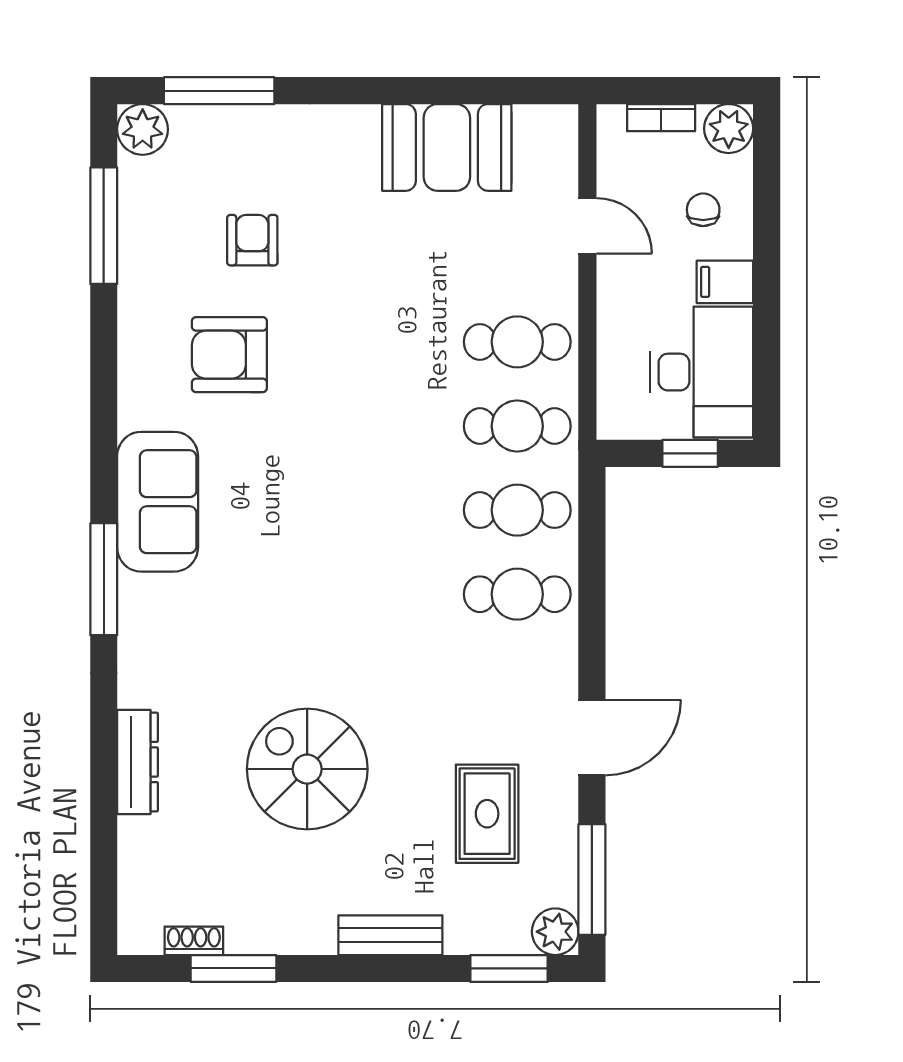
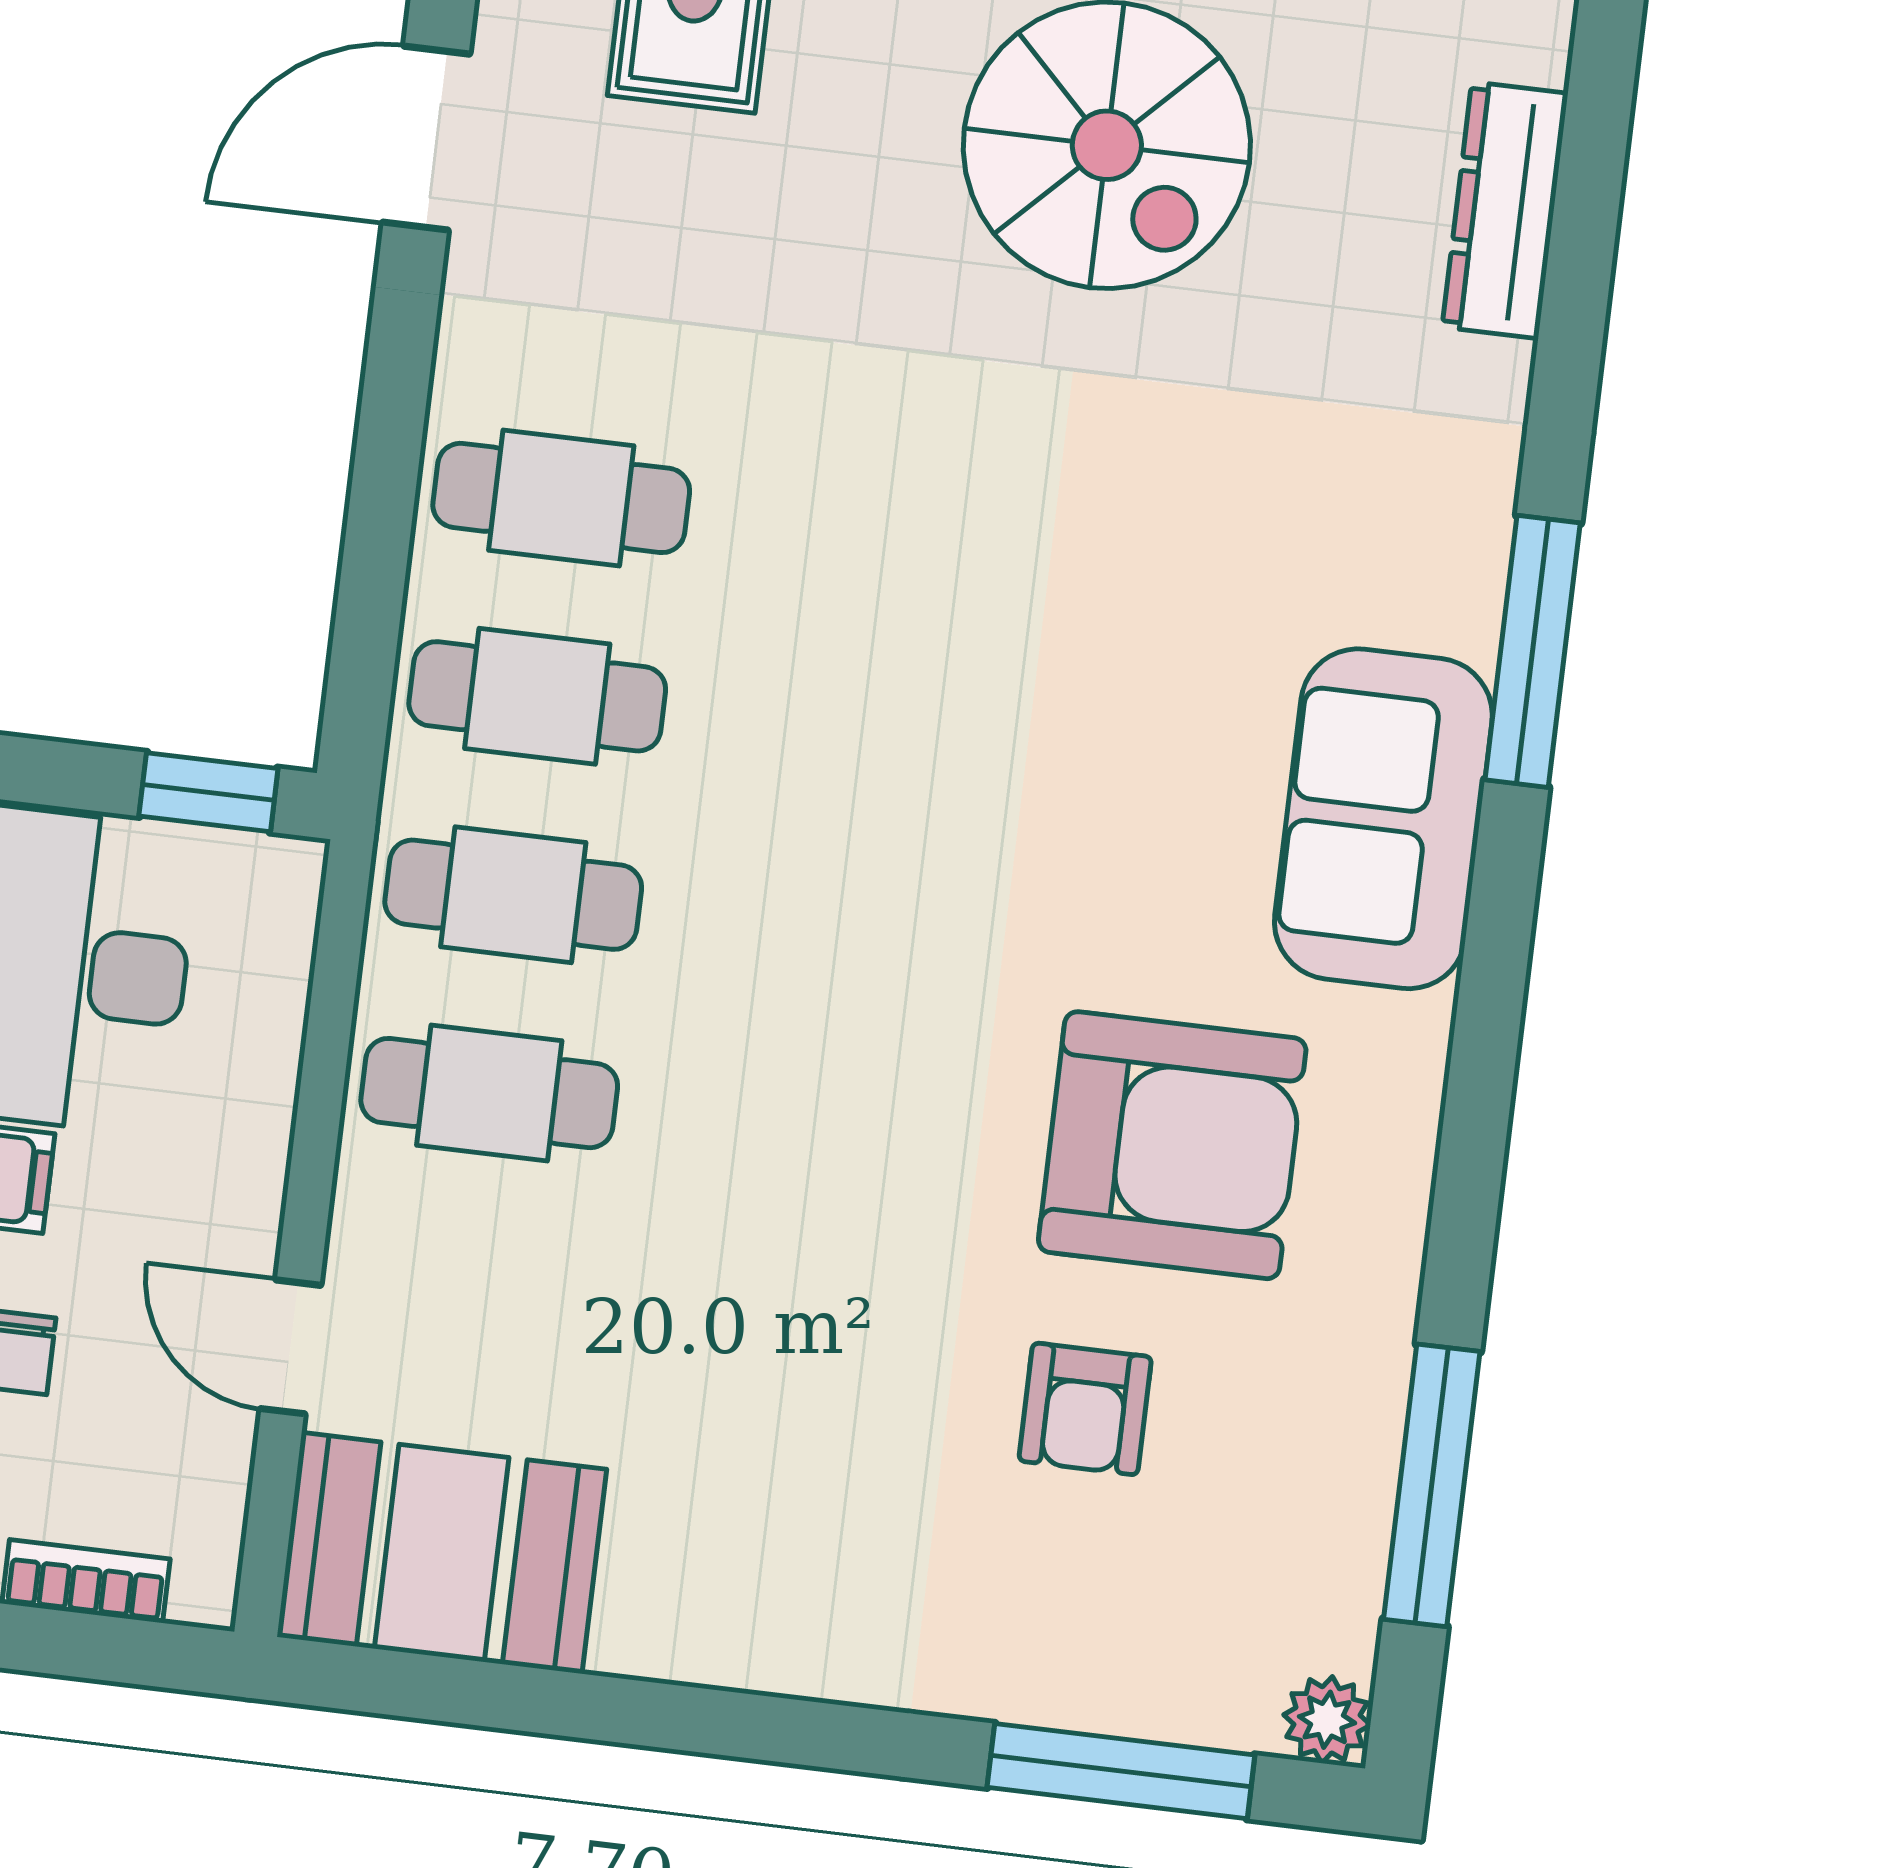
plant: (143, 129) -> (1327, 1720), width x0.73, depth x0.73
booth: (447, 147) -> (442, 1553), moved
armchair: (229, 355) -> (1172, 1145), width x1.36, depth x1.36
window: (690, 453) -> (208, 792), moved

